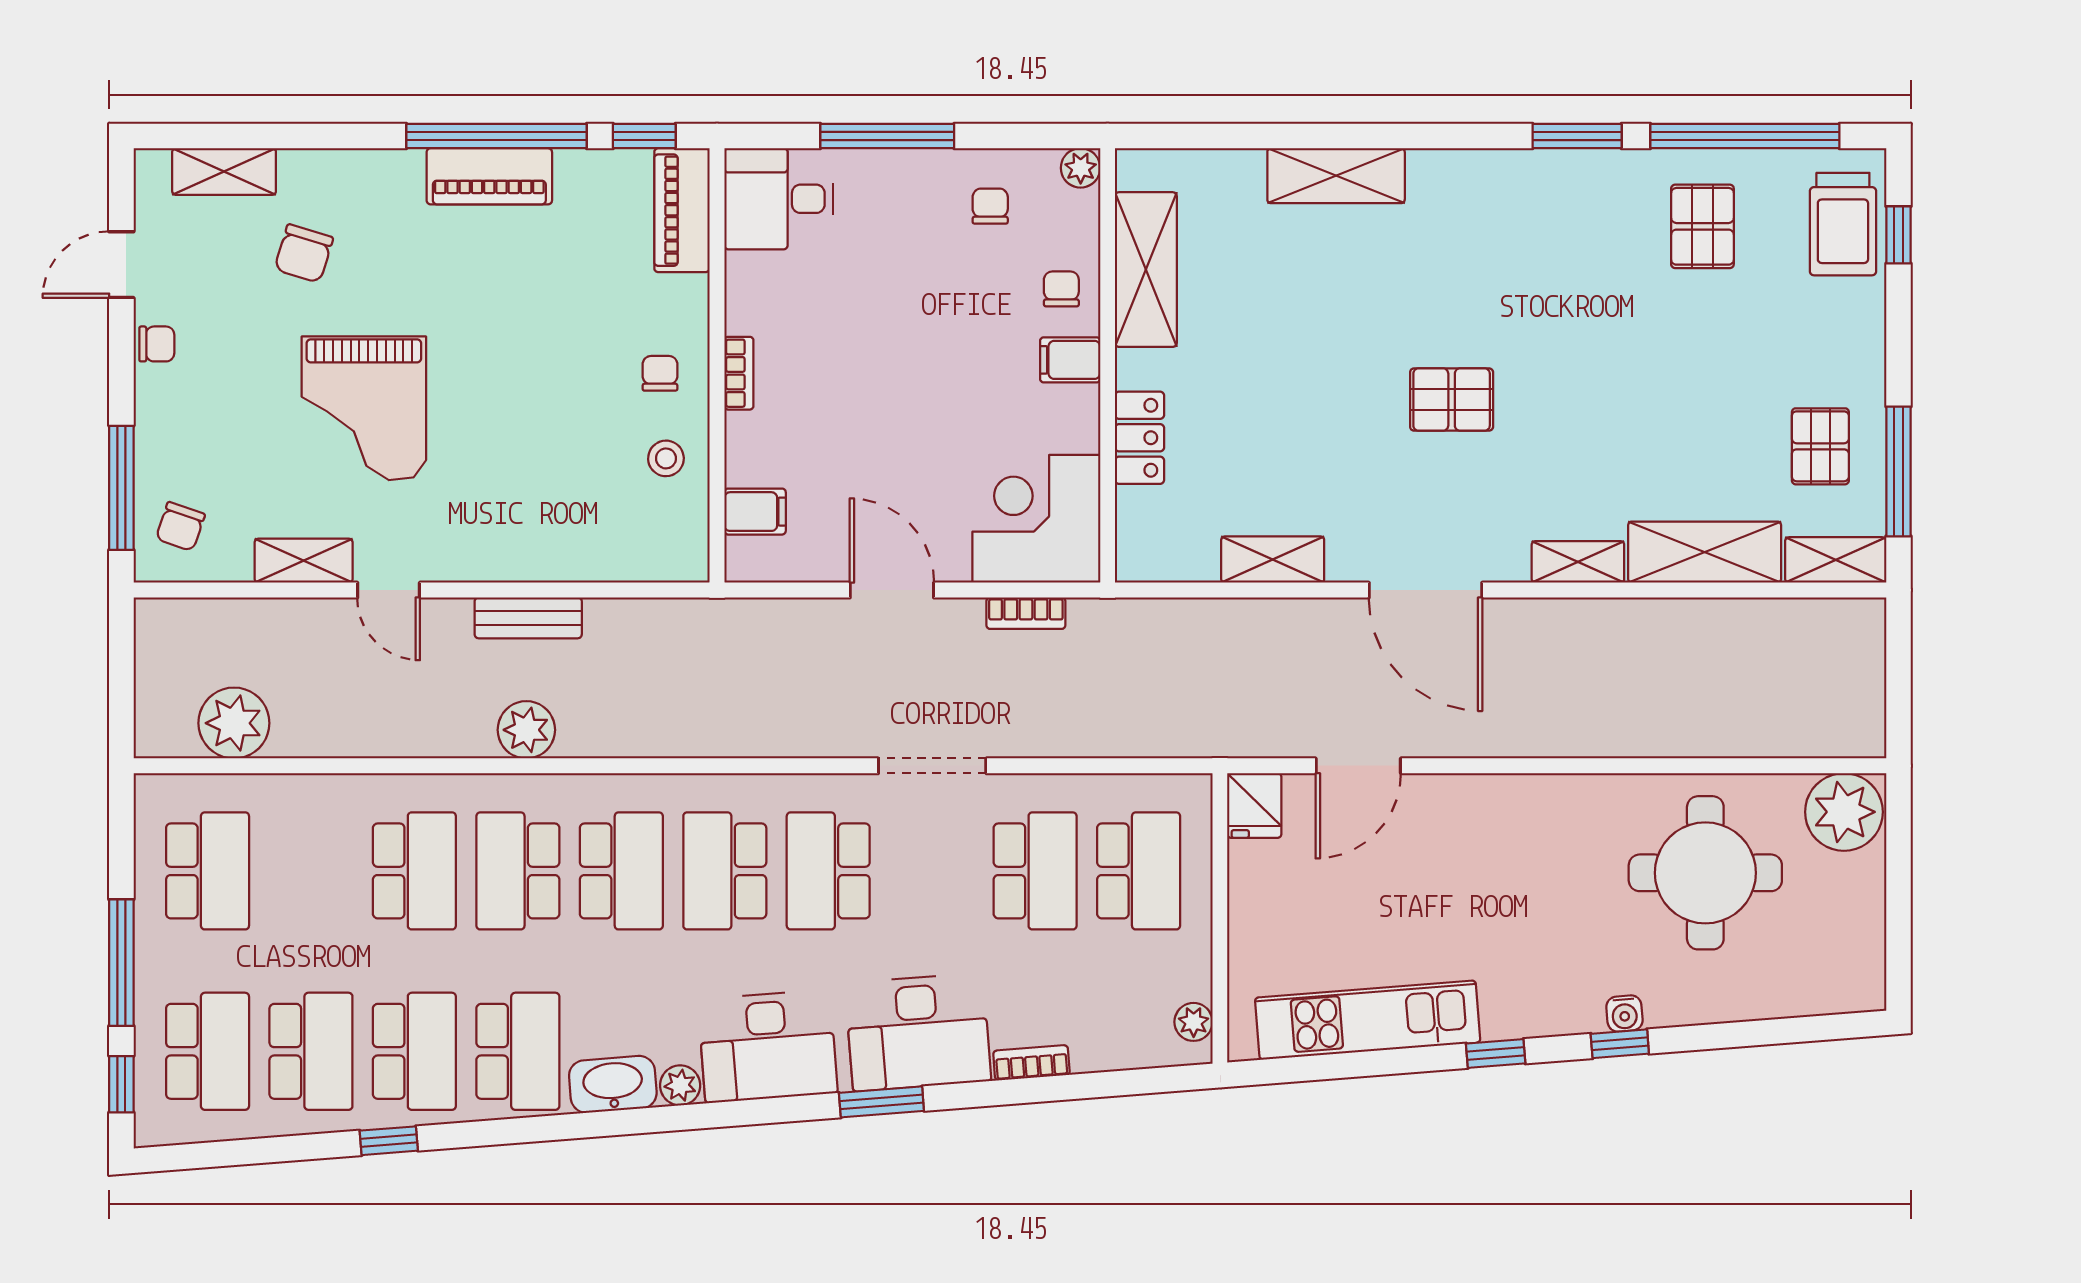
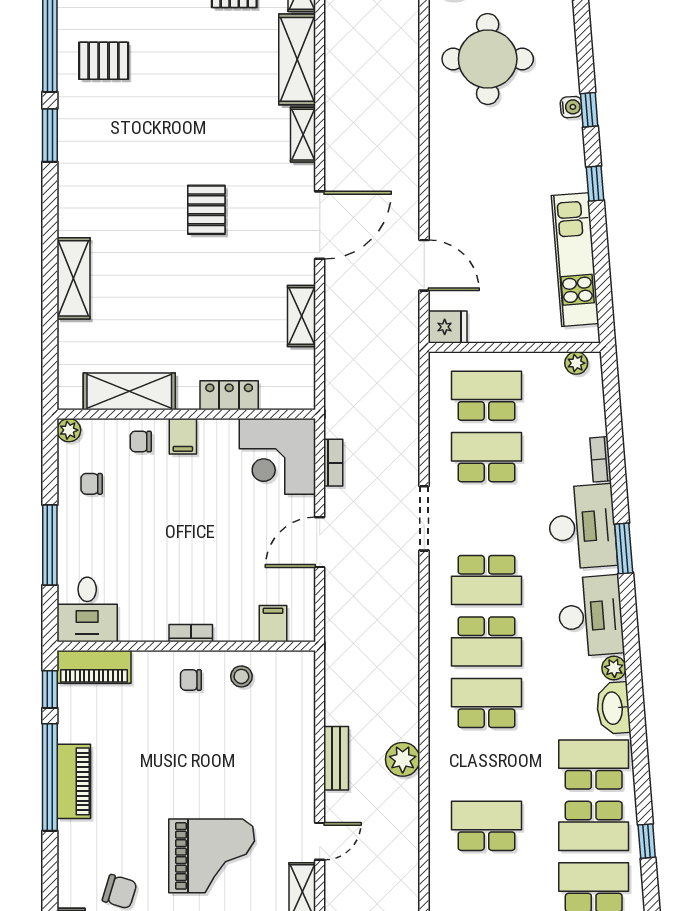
school desk: (518, 871) -> (486, 764), removed
school desk: (414, 1051) -> (594, 826), turned 180

